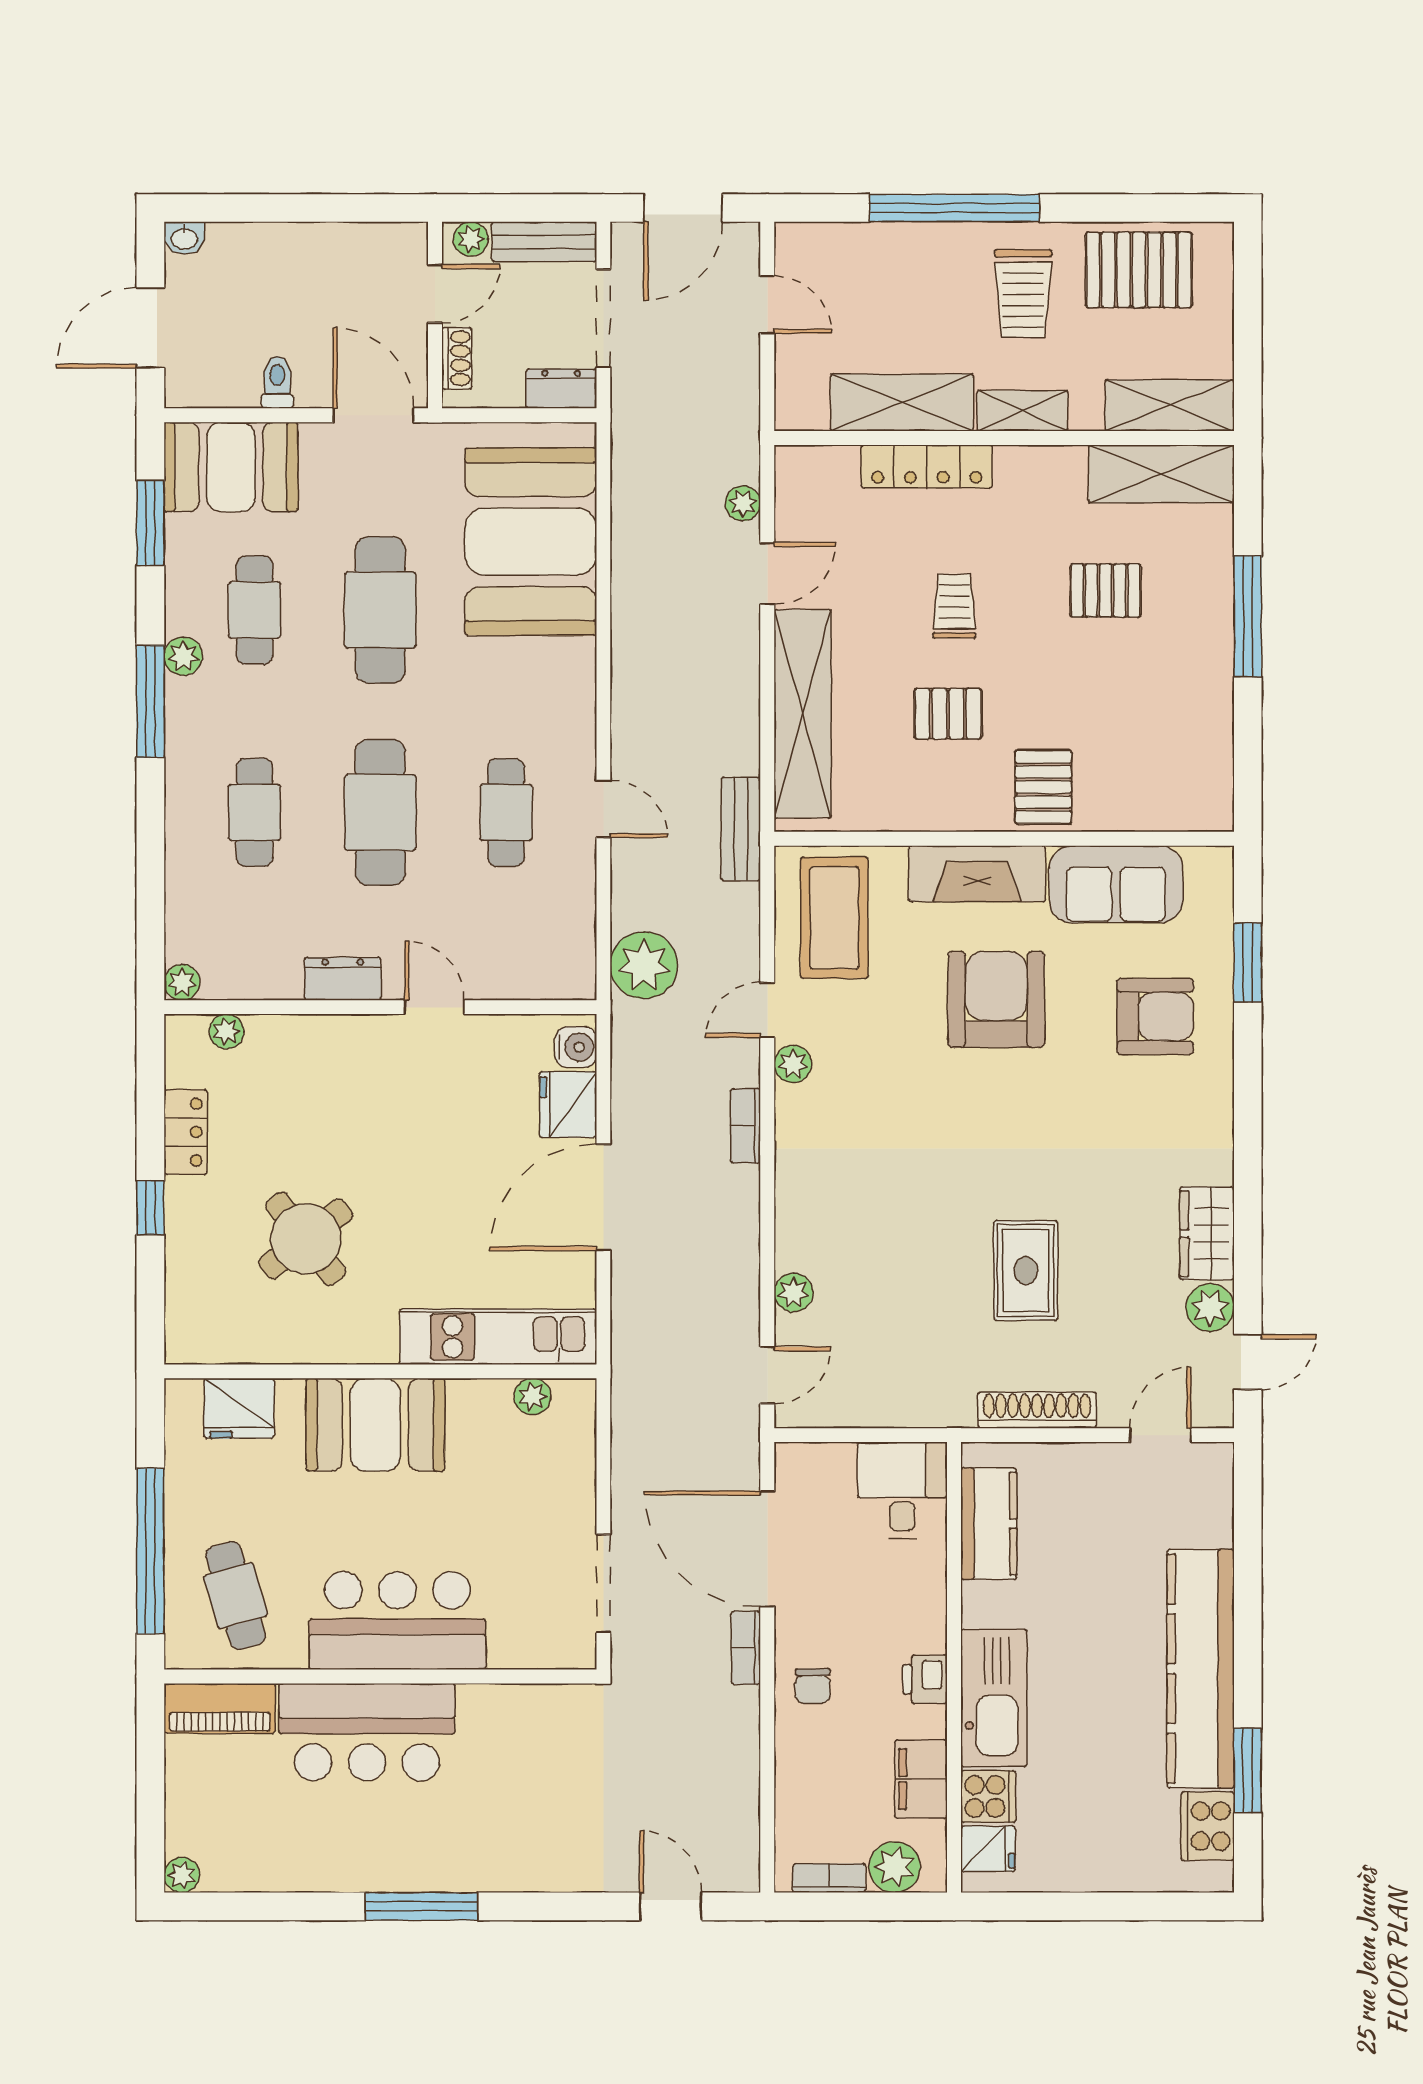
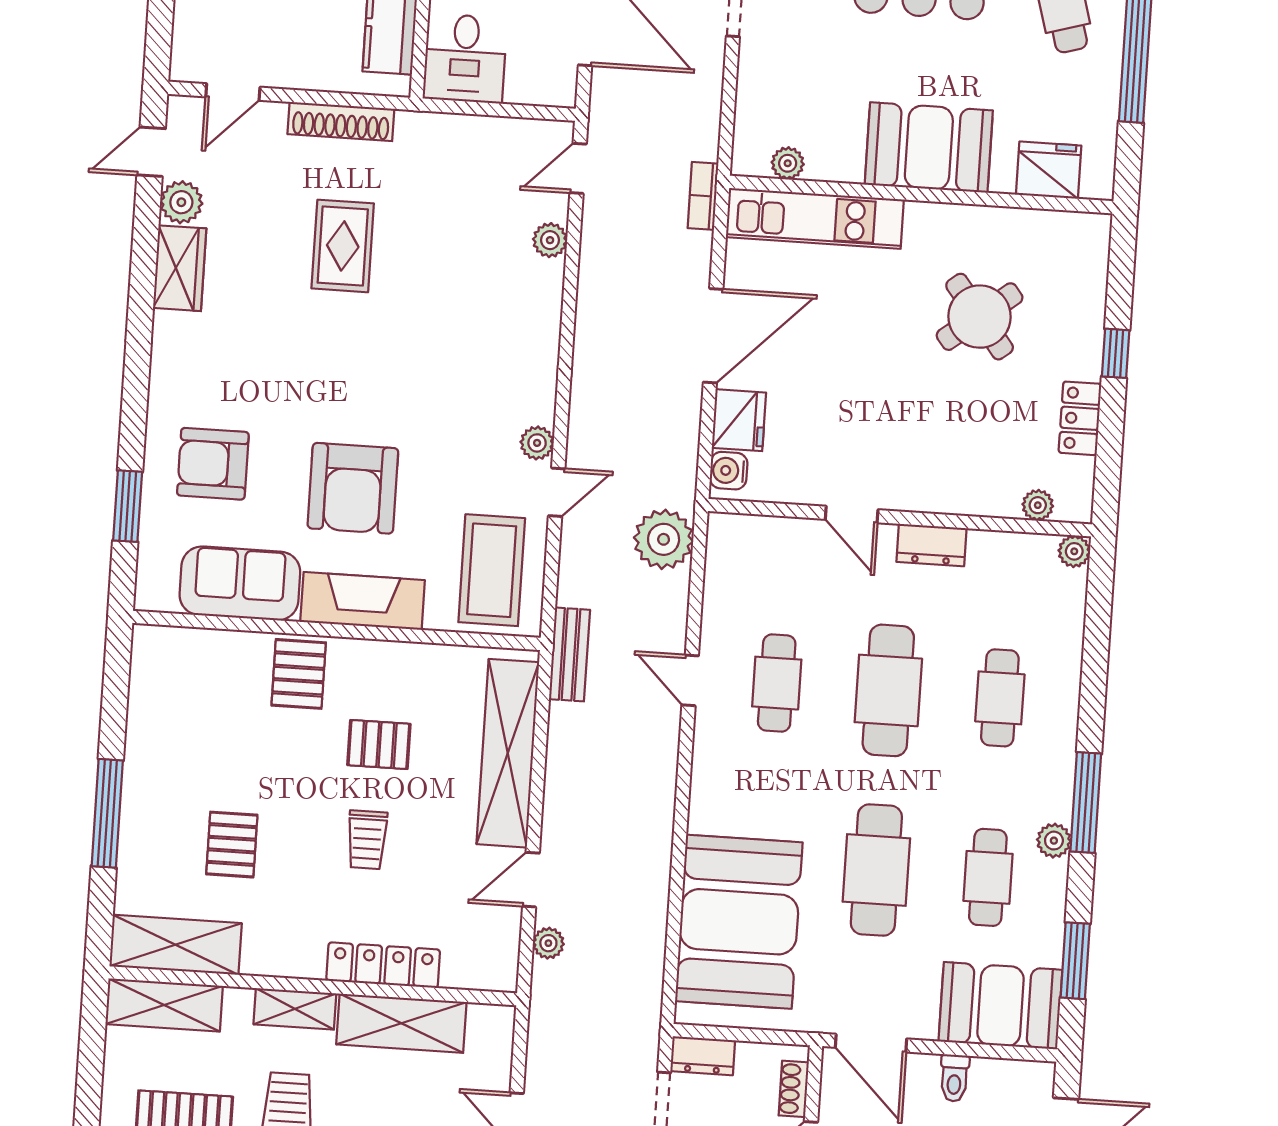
pallet: (1106, 591) -> (232, 845), turned 90
bookcase: (746, 1126) -> (703, 196), moved, turned 180

